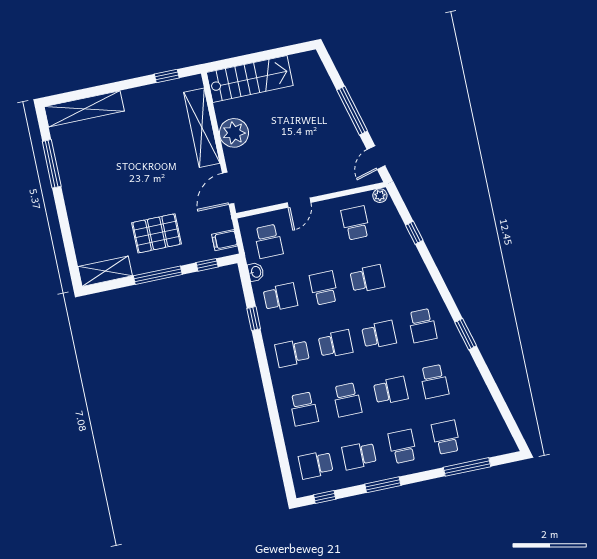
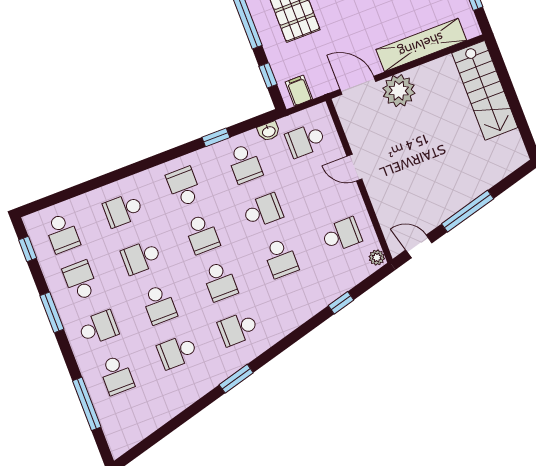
plant: (234, 133) -> (399, 91), moved
school desk: (446, 437) -> (116, 375), turned 90
school desk: (316, 465) -> (62, 233), turned 180

